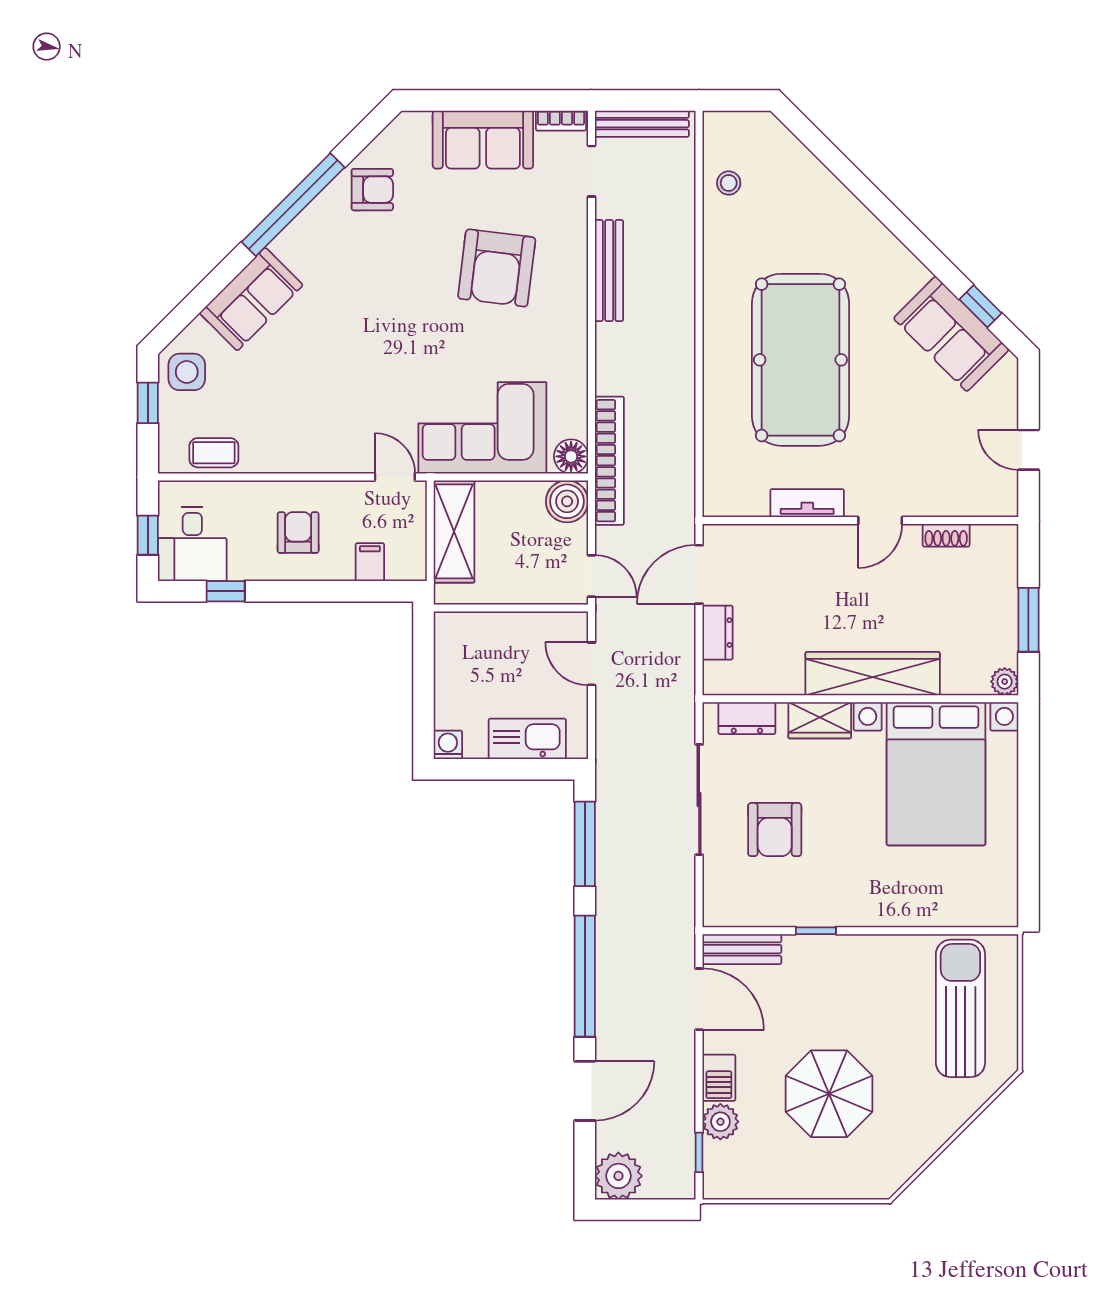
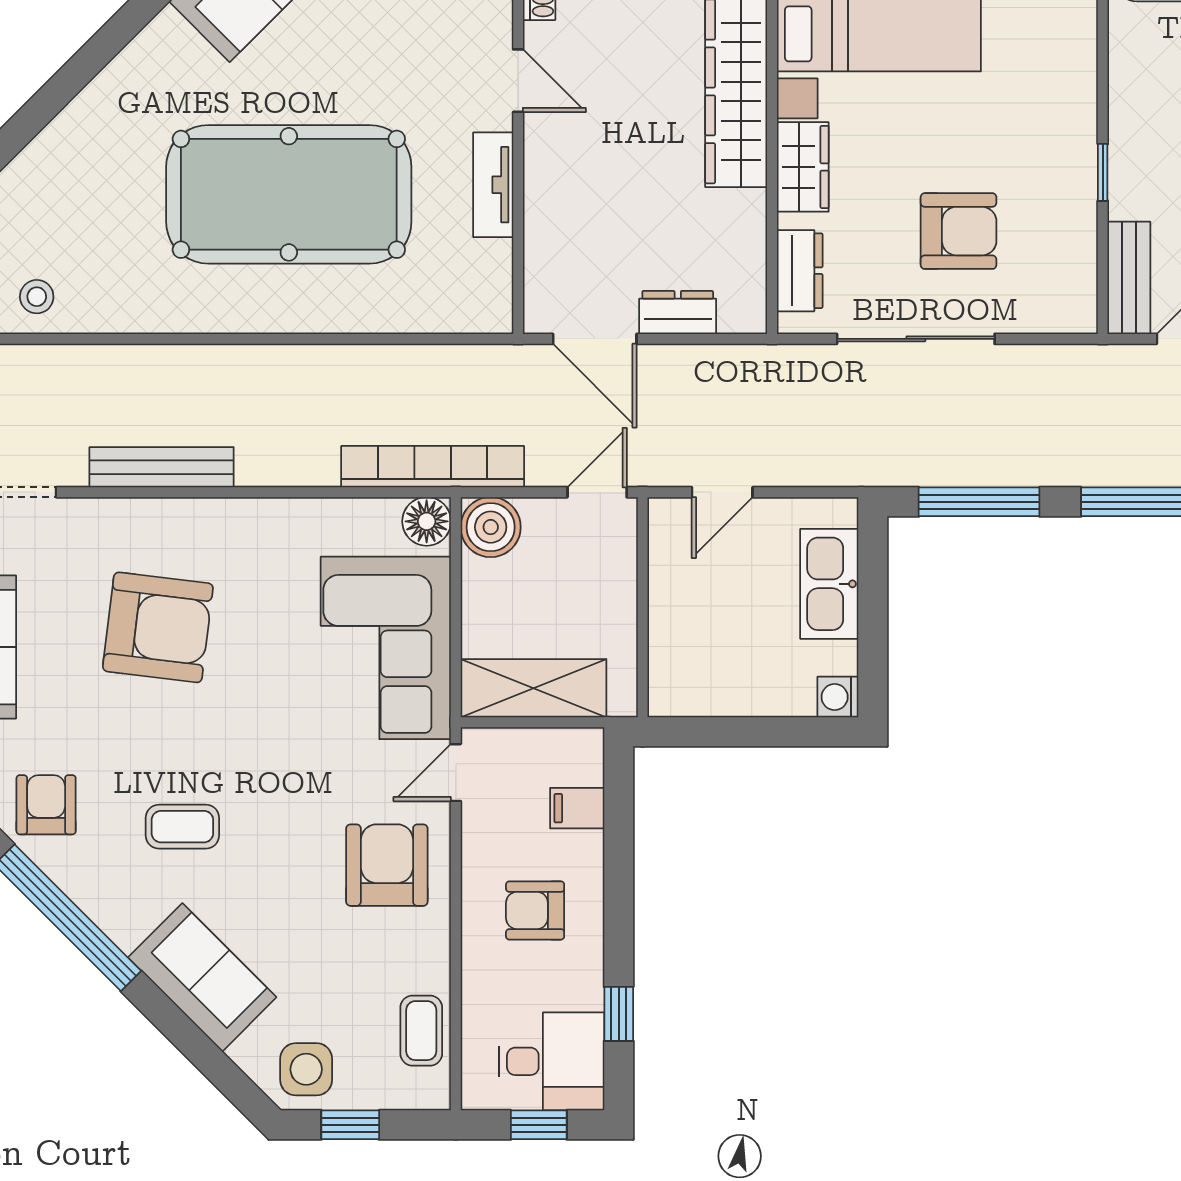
coffee table: (357, 285) -> (182, 827), added
armchair: (330, 429) -> (387, 865), added

